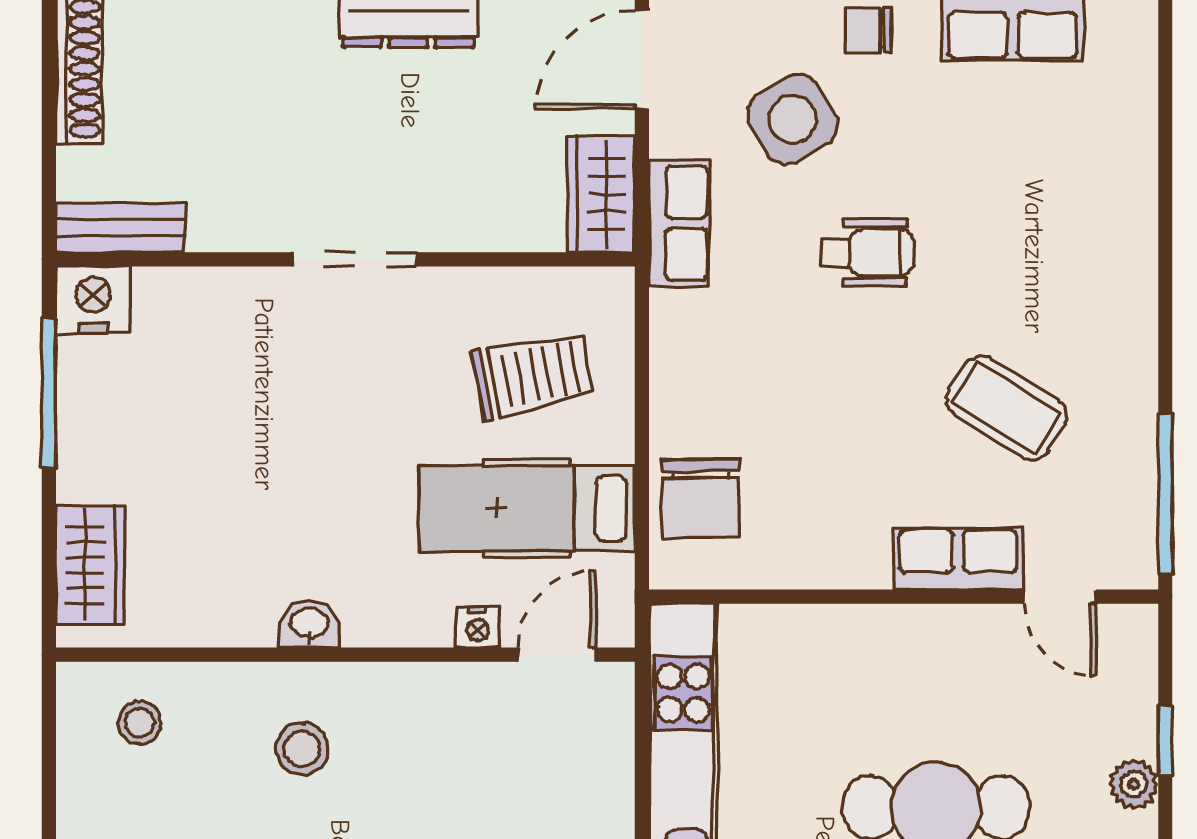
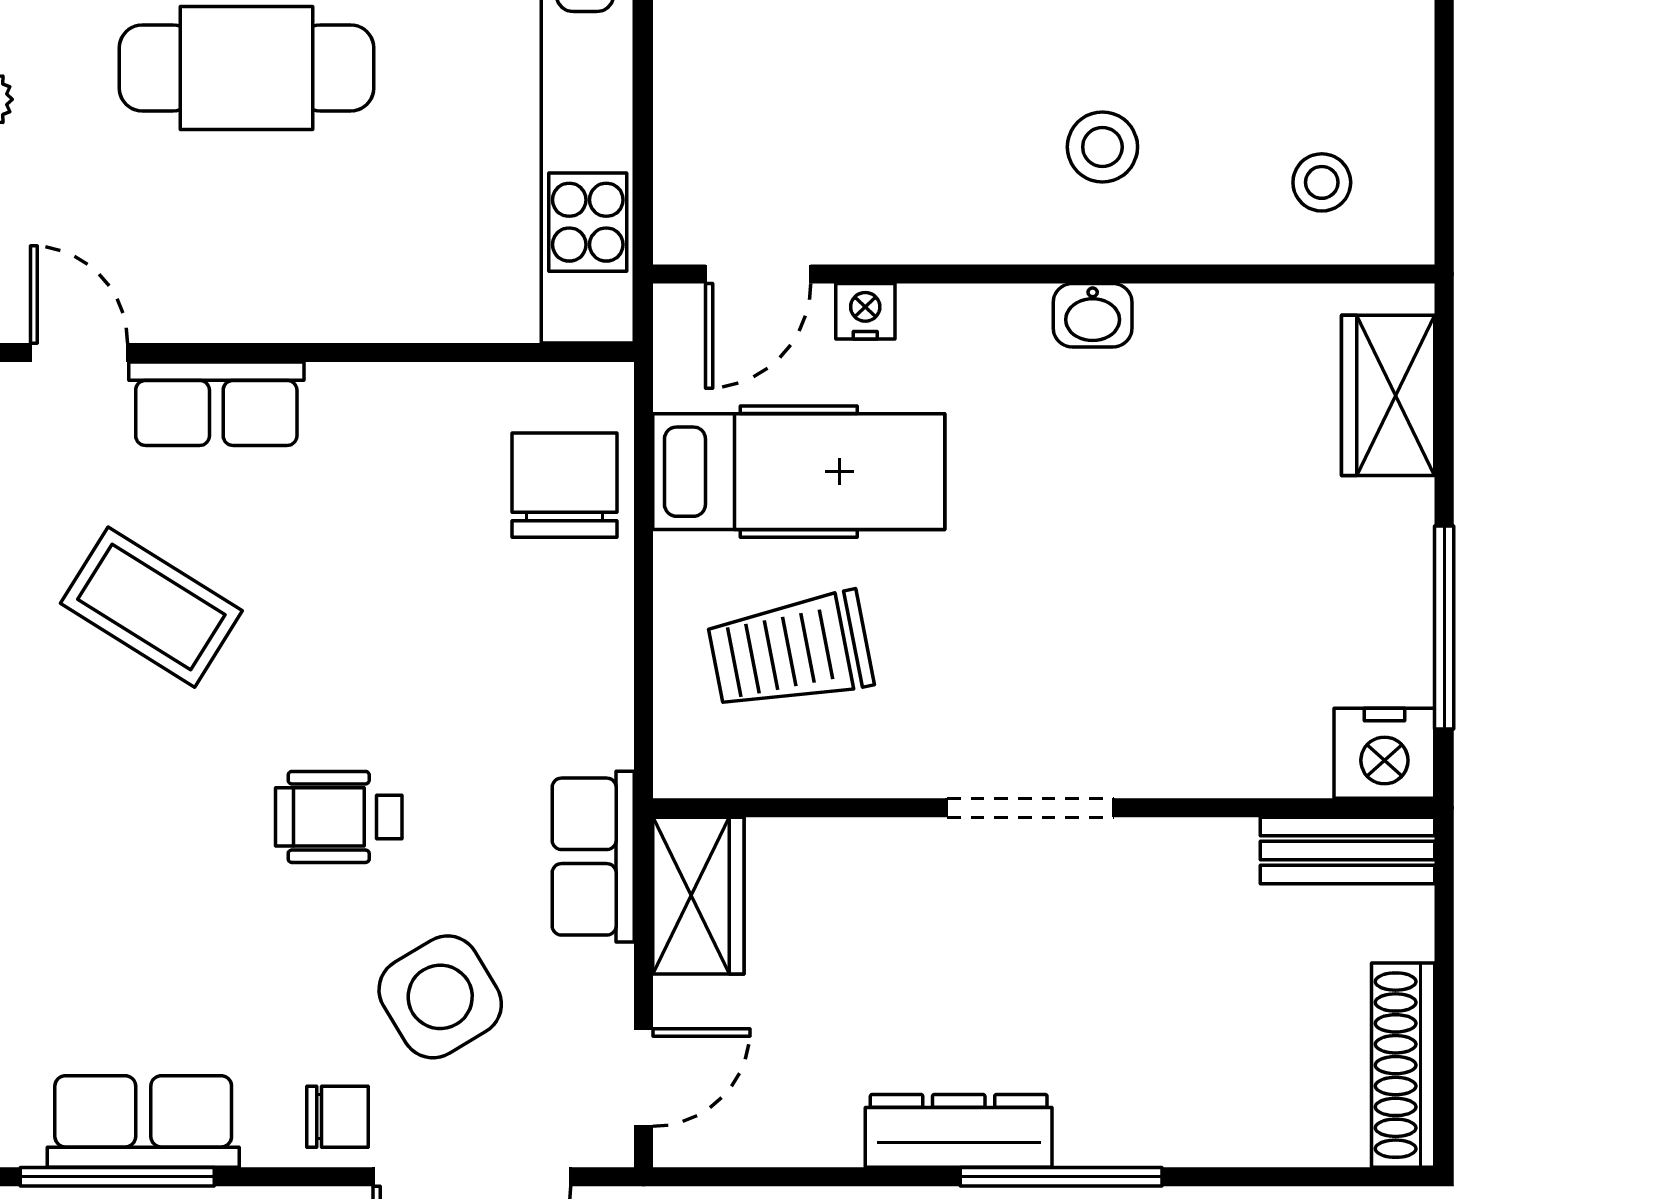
door: (642, 59) -> (643, 1078), width x0.73

